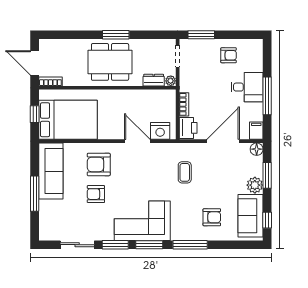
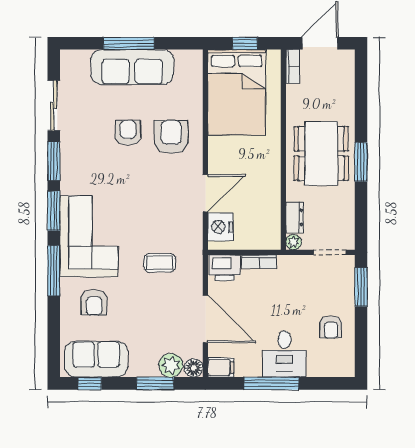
sofa: (51, 171) -> (132, 67), moved
plant: (255, 185) -> (171, 365), moved
corner sofa: (142, 221) -> (89, 236), moved

